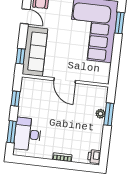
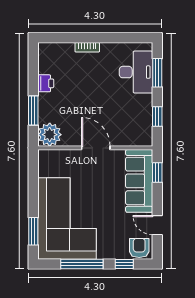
plant: (100, 114) -> (50, 135), moved, width x1.88, depth x1.88
printer: (94, 157) -> (46, 83), moved

